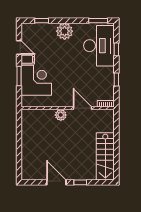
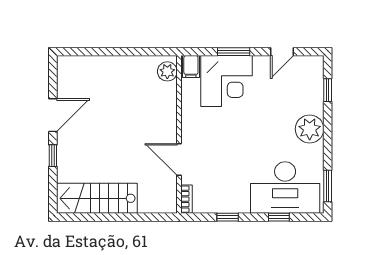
filing cabinet: (28, 59) -> (191, 67), moved
door: (82, 108) -> (179, 159), swing flipped
plant: (61, 115) -> (167, 71), moved

